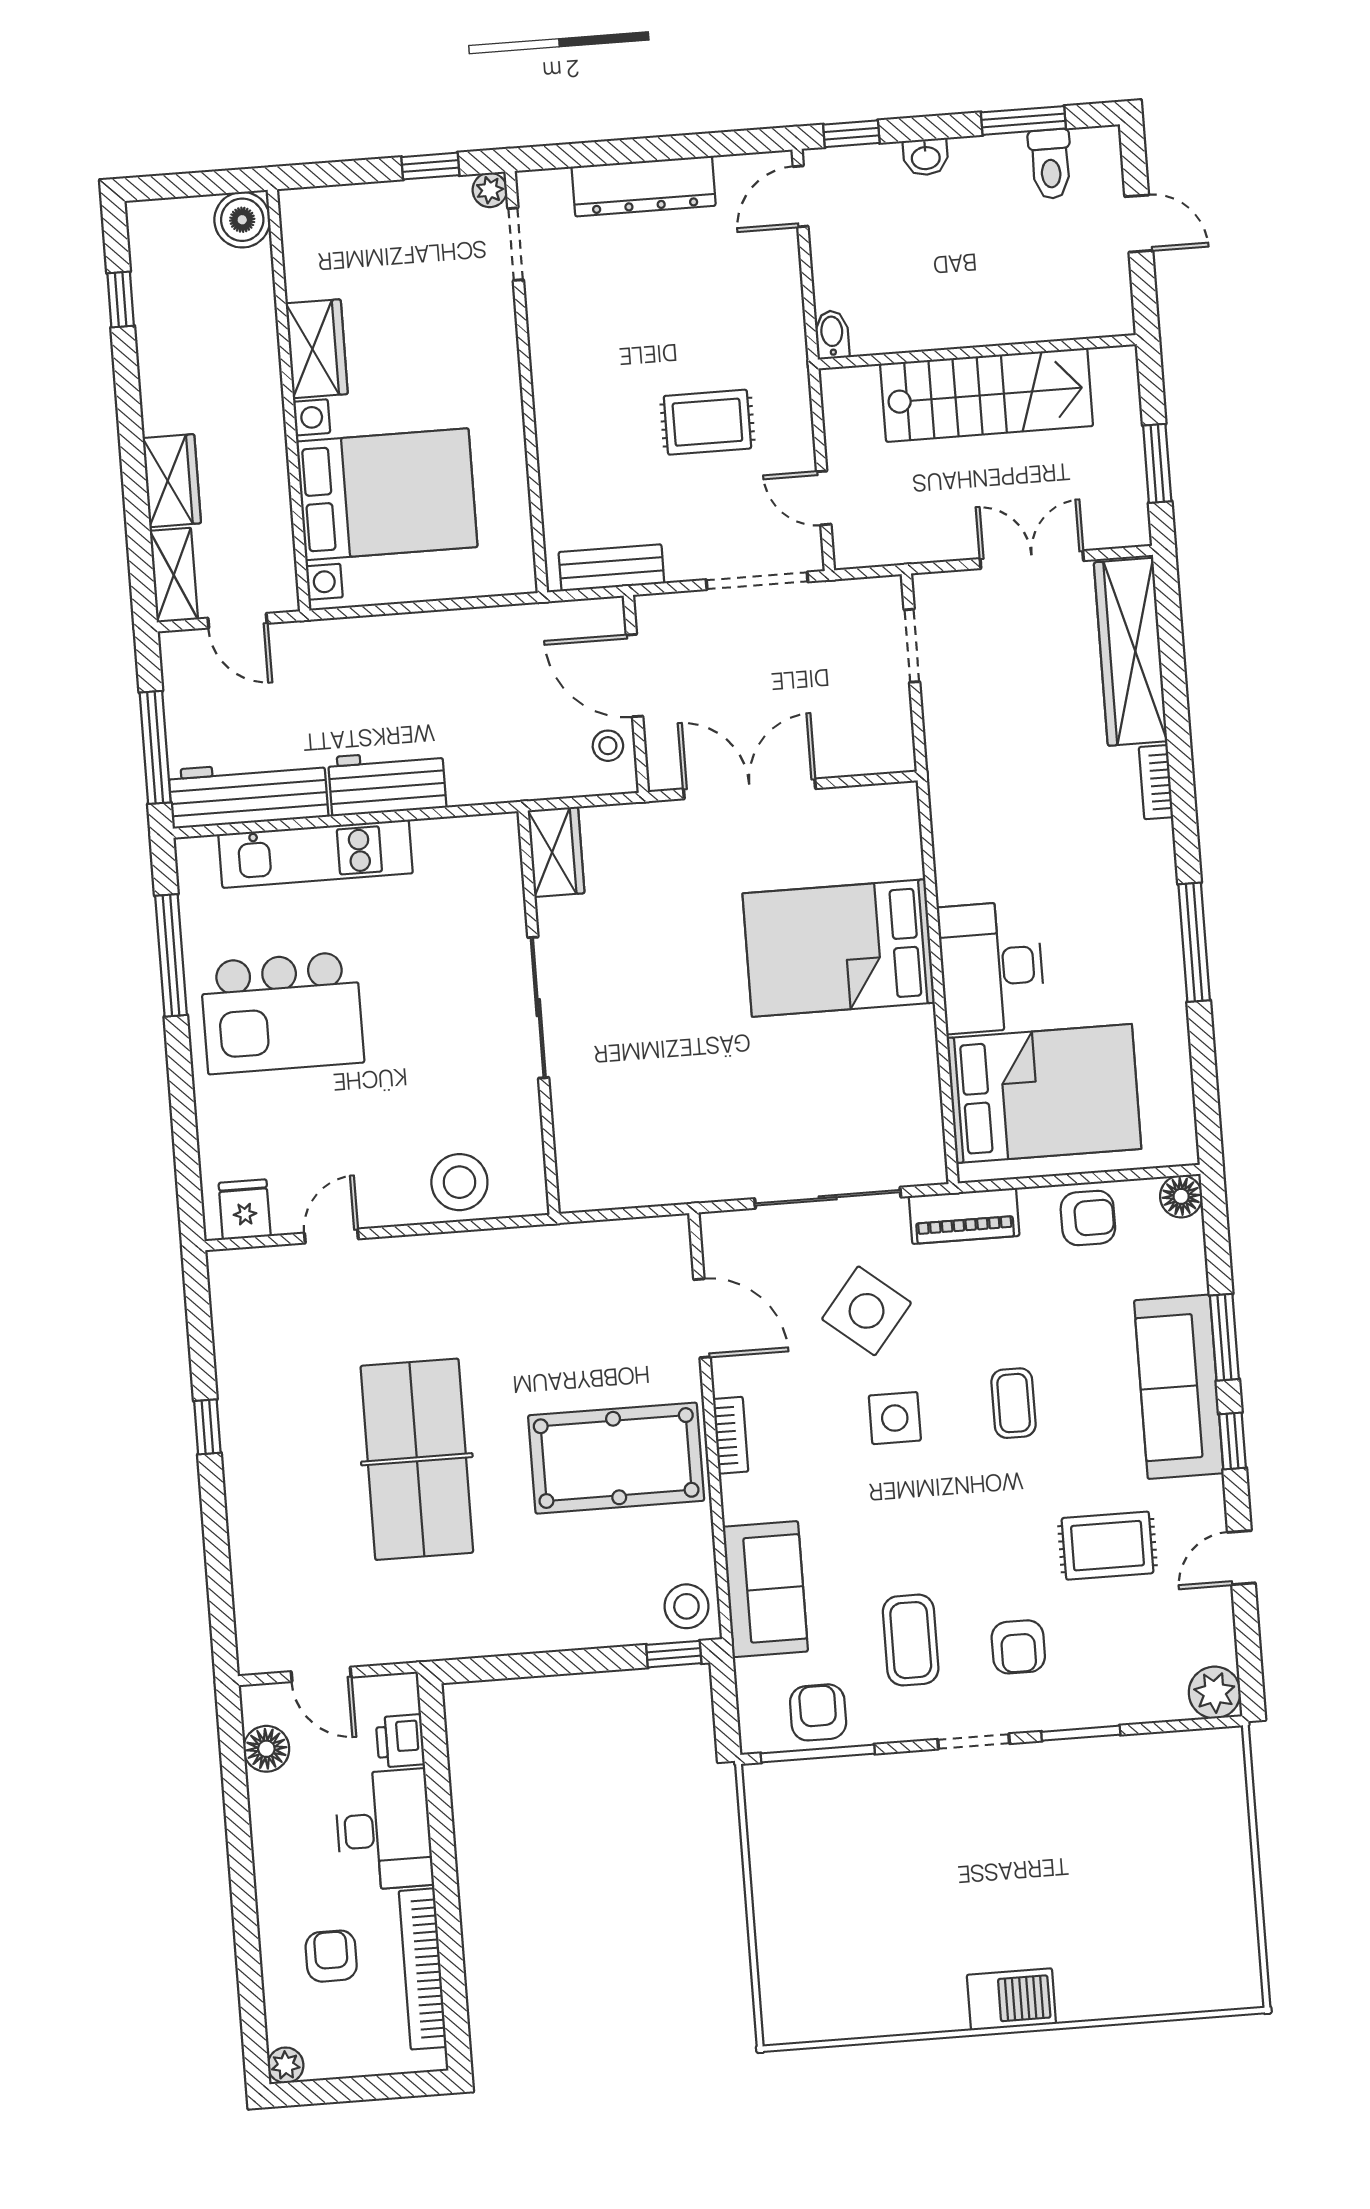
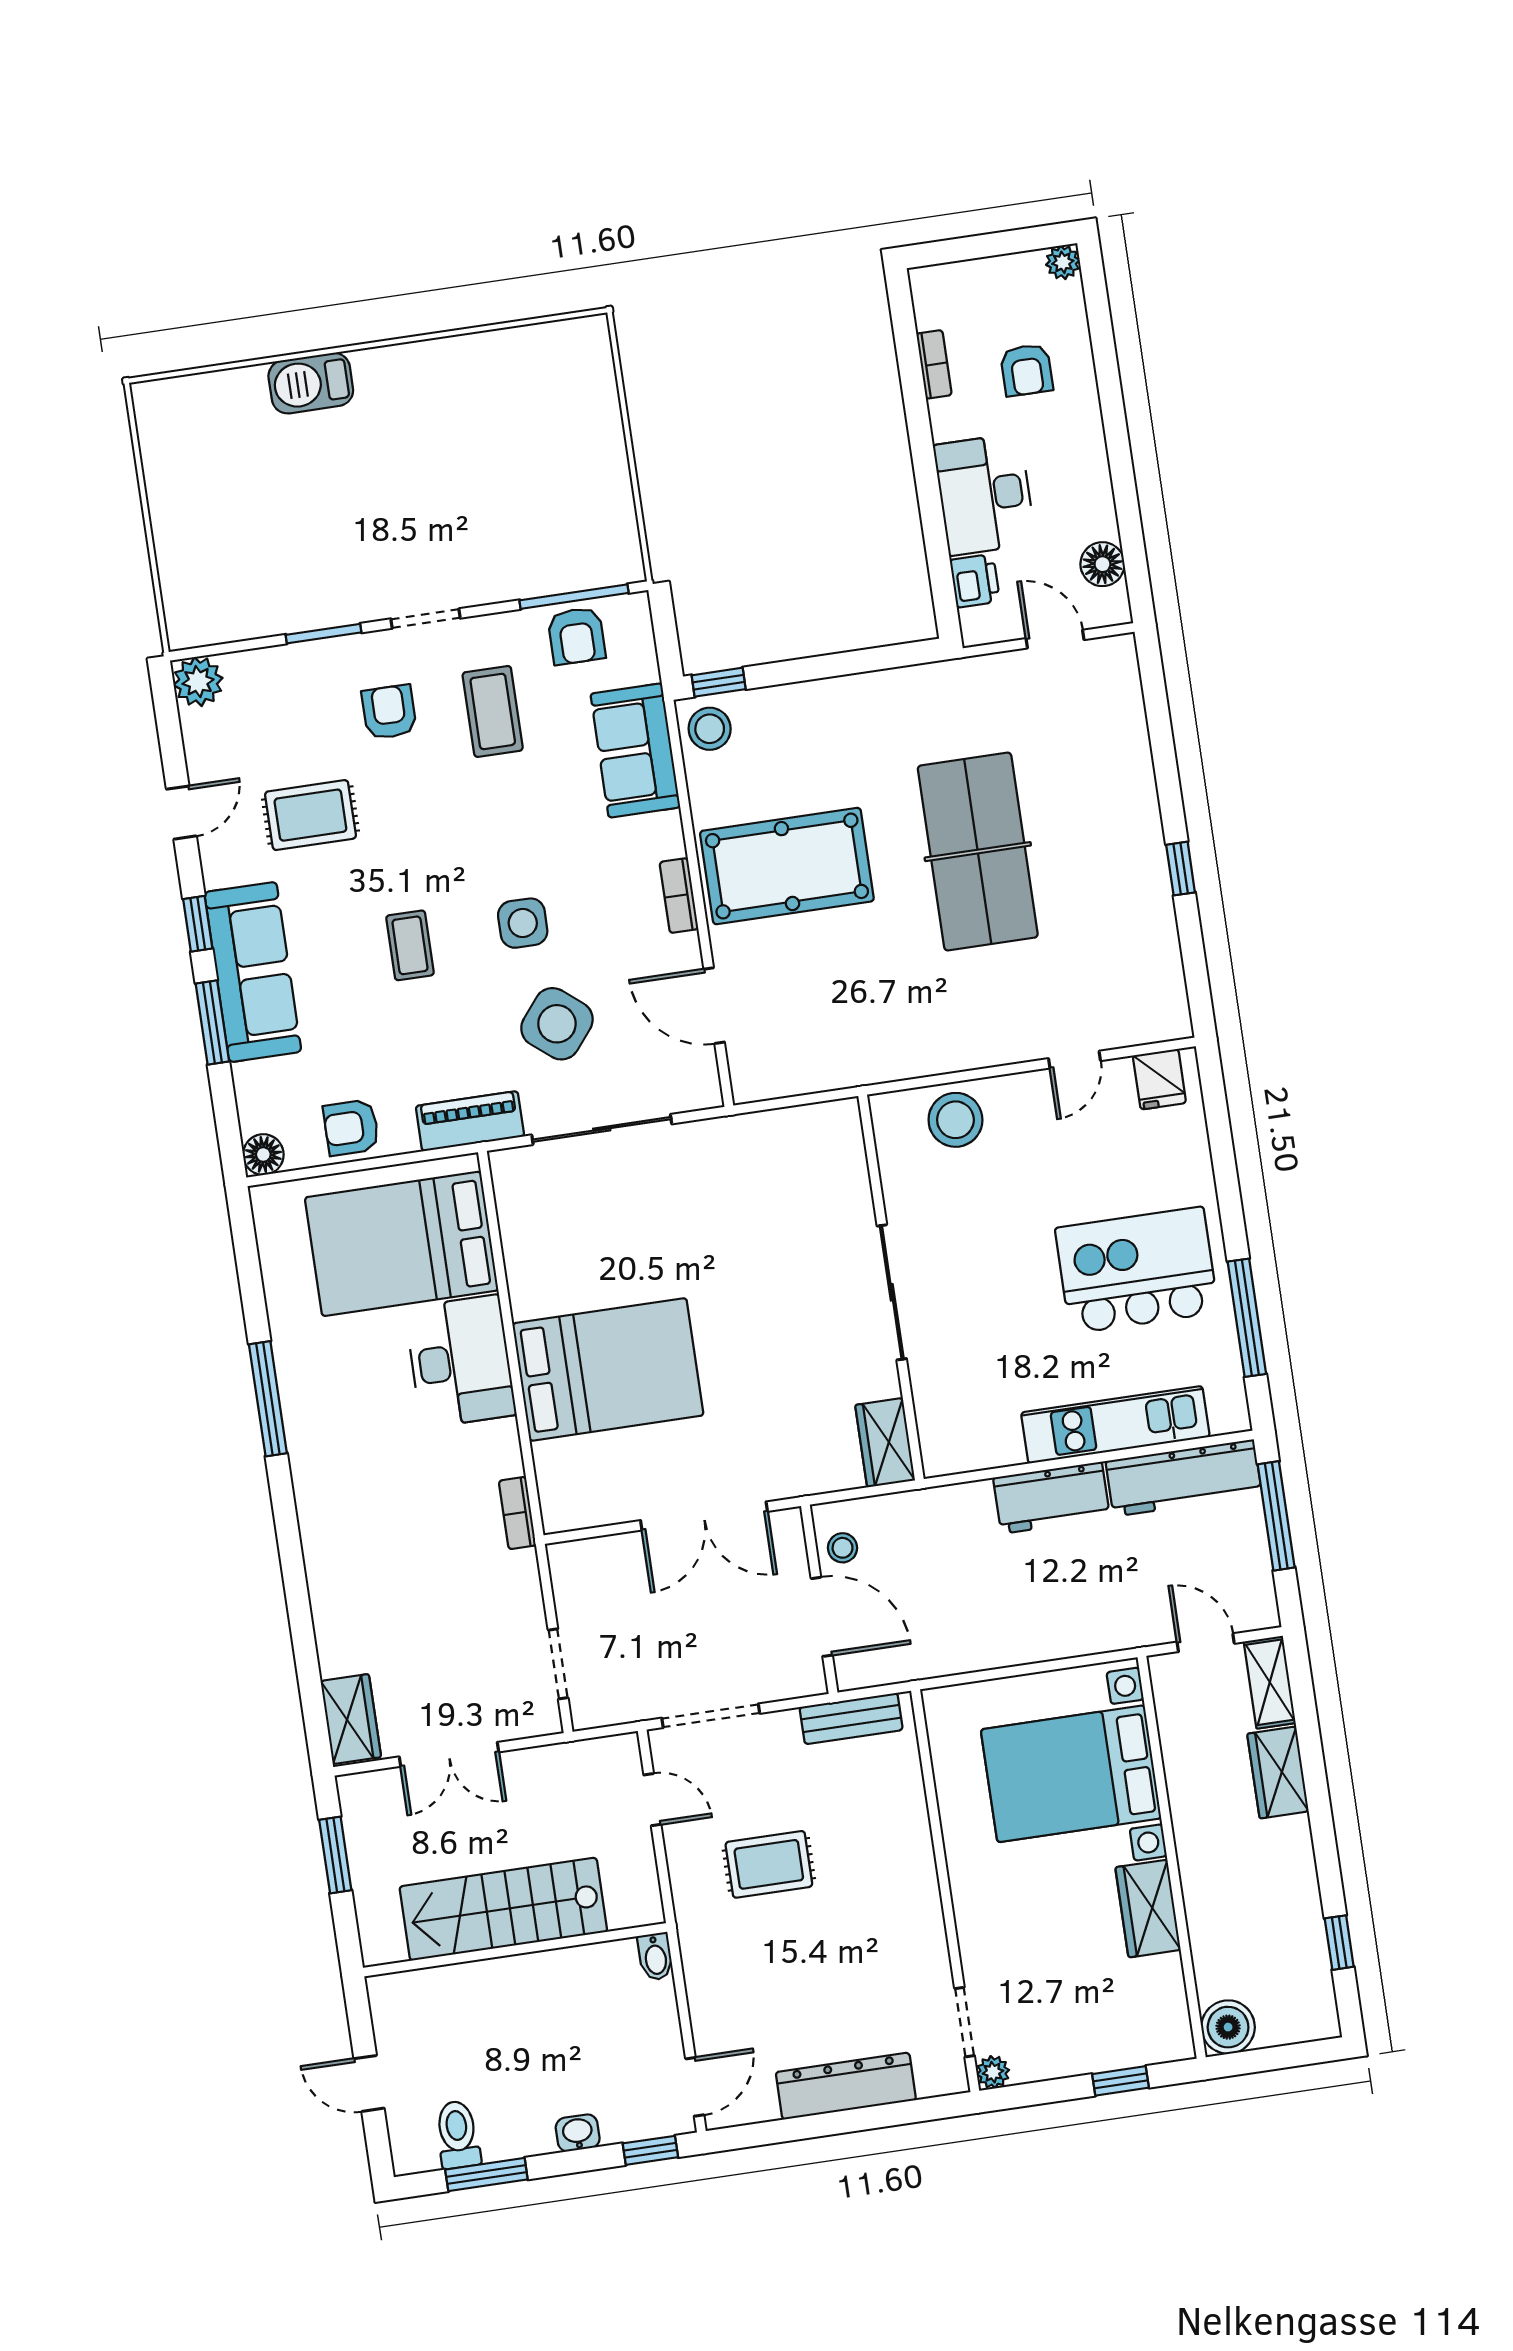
window: (430, 166) -> (1120, 2081), moved
wardrobe: (1131, 652) -> (351, 1719), width x0.48, depth x0.85
bookcase: (1156, 782) -> (517, 1513), moved, turned 180
bookcase: (423, 1969) -> (934, 364), width x0.43, depth x0.76
barbecue: (1011, 1999) -> (311, 383), moved

